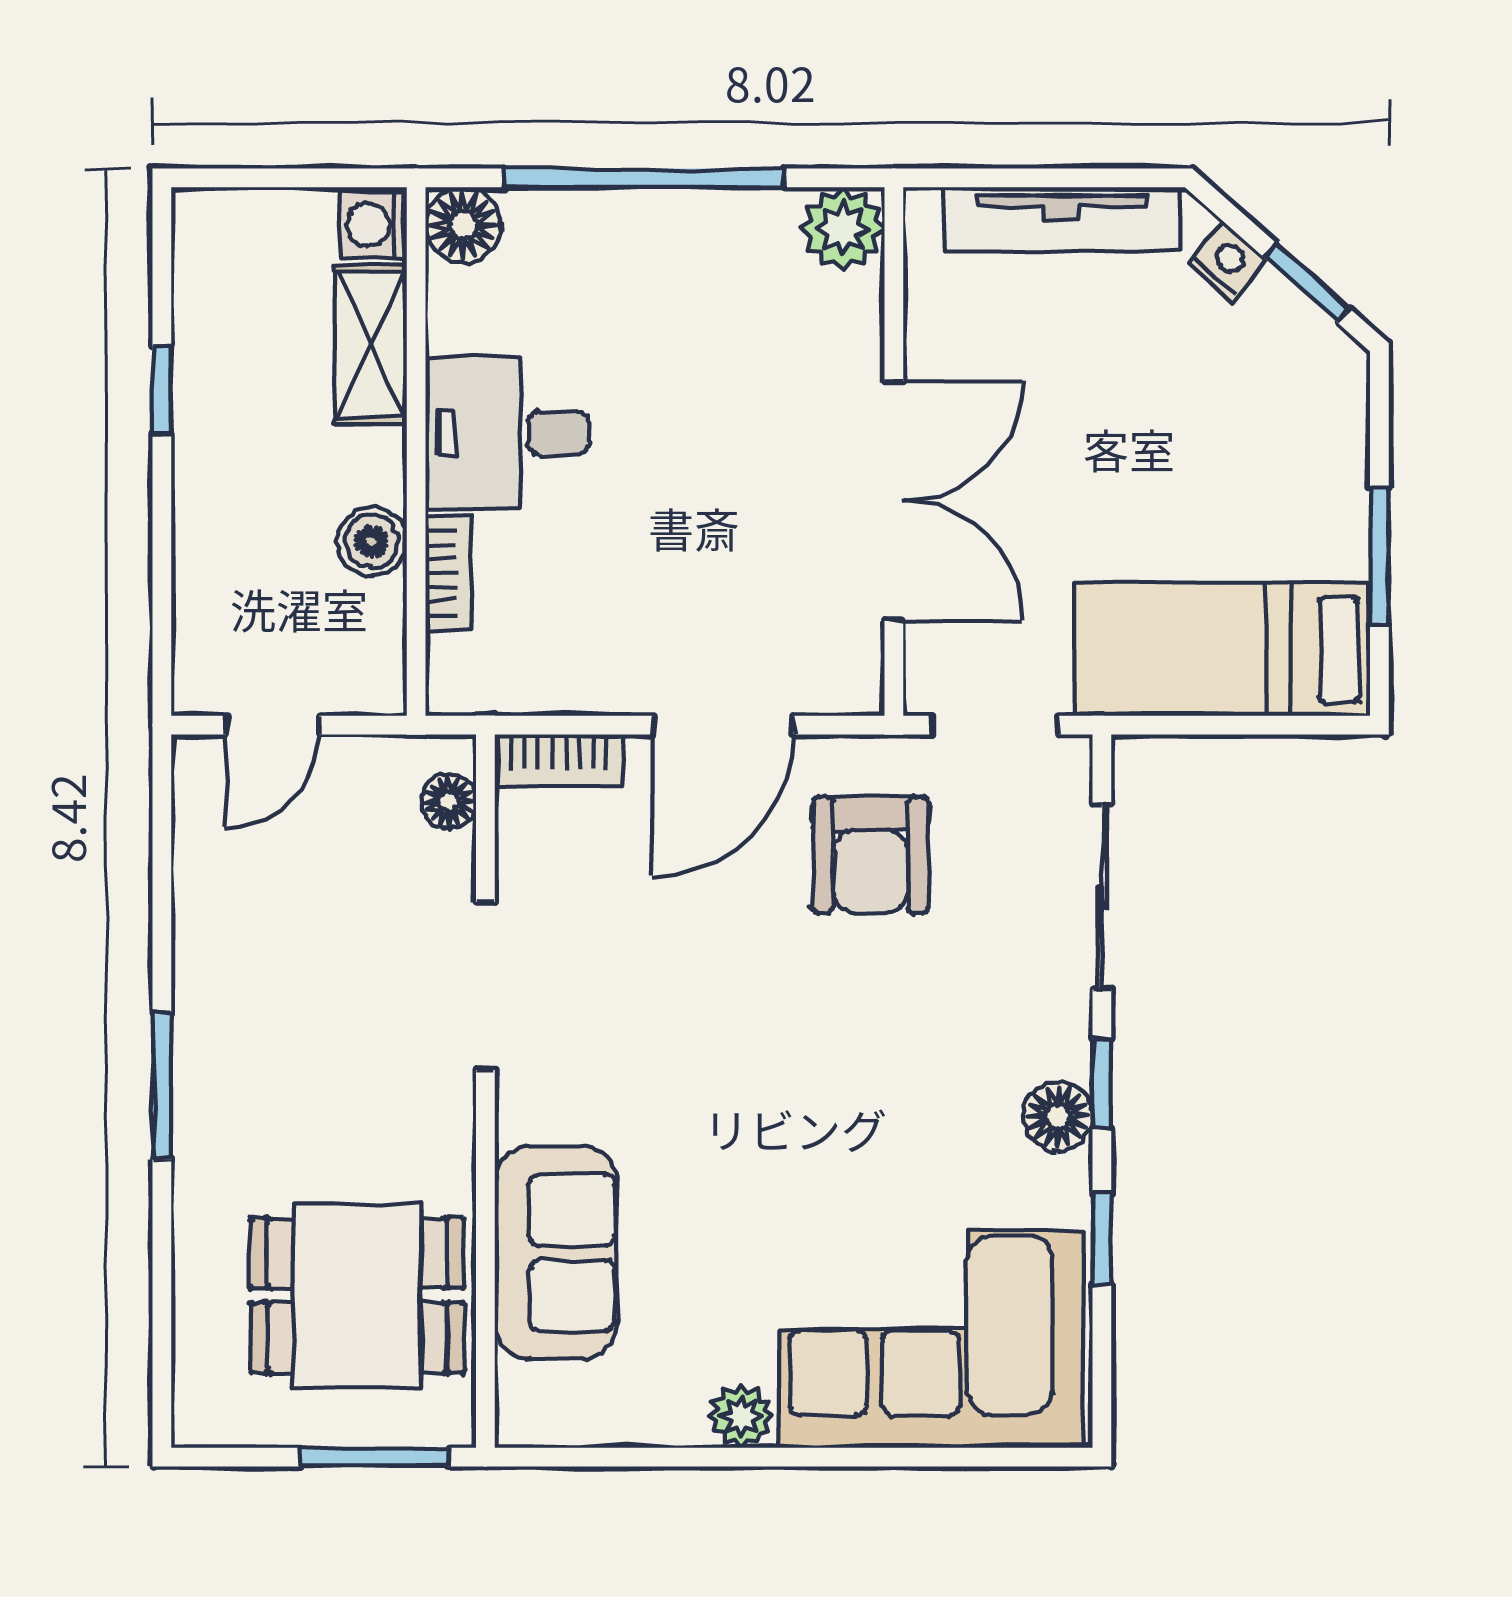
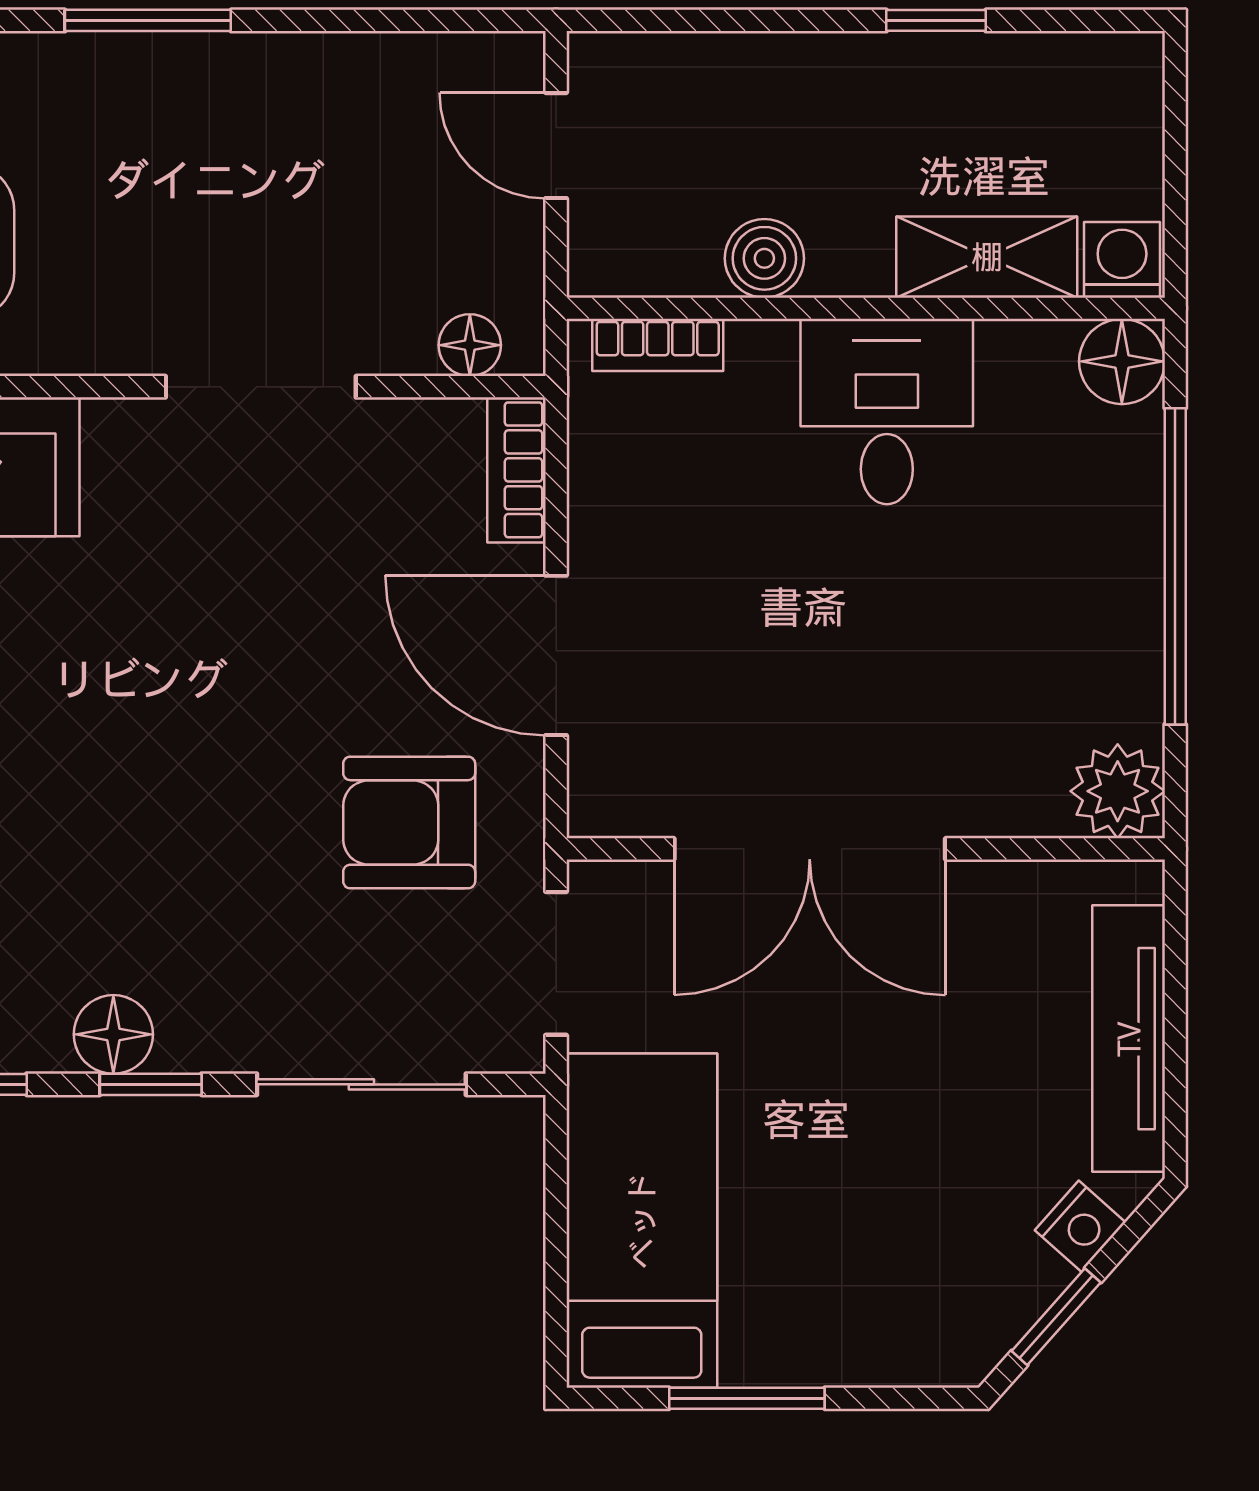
bookcase: (448, 573) -> (658, 345), moved

